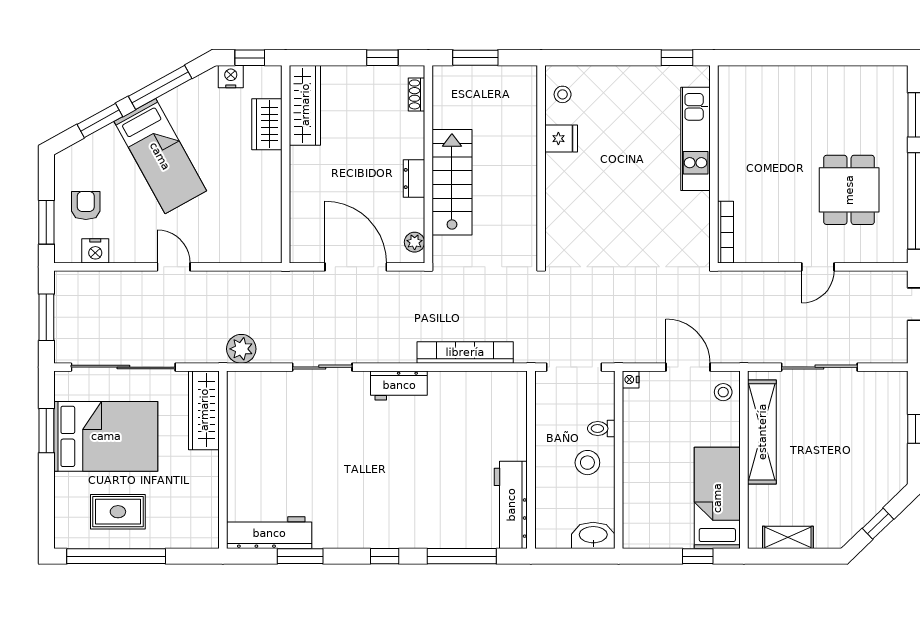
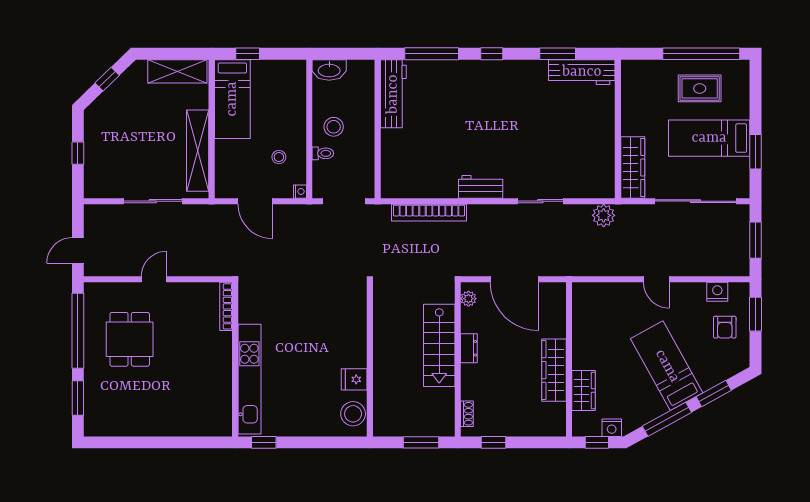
stool: (563, 94) -> (353, 414), width x1.89, depth x1.89
wardrobe: (305, 105) -> (554, 370), moved
kitchen unit: (696, 139) -> (249, 379), width x1.36
stool: (723, 392) -> (279, 157), moved
bed: (106, 436) -> (709, 138), width x0.67
shelving: (788, 537) -> (177, 71), width x1.50, depth x1.33

